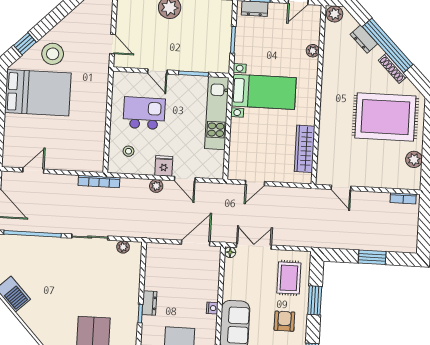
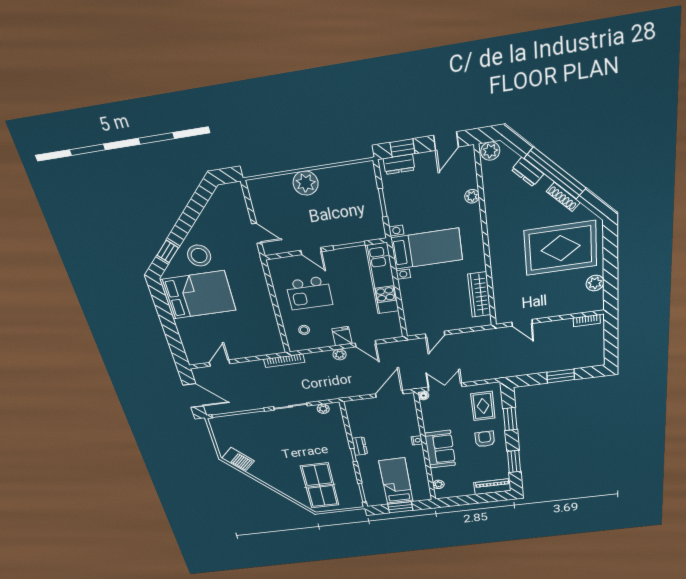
kitchen island: (144, 113) -> (309, 293), turned 180

